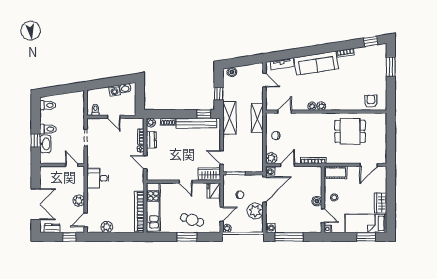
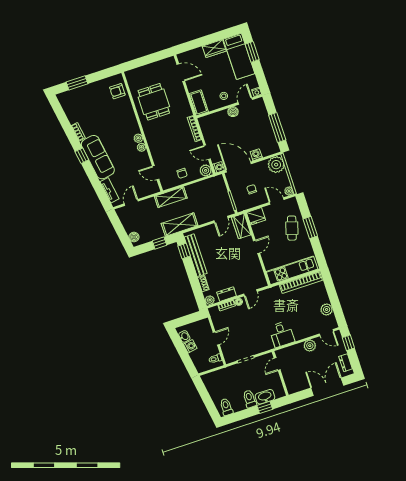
window: (371, 41) -> (82, 156), moved
plant: (255, 211) -> (276, 165), moved
washing machine: (270, 228) -> (256, 155), moved

